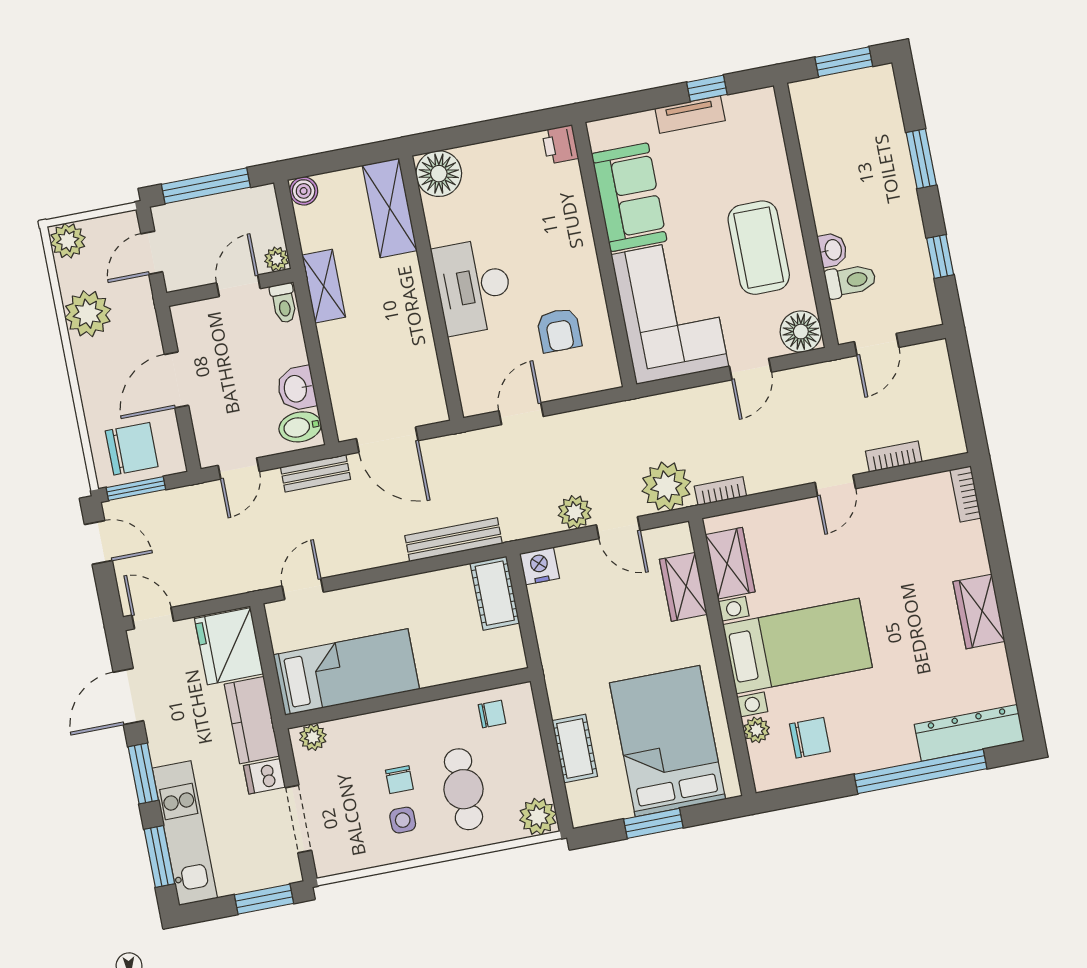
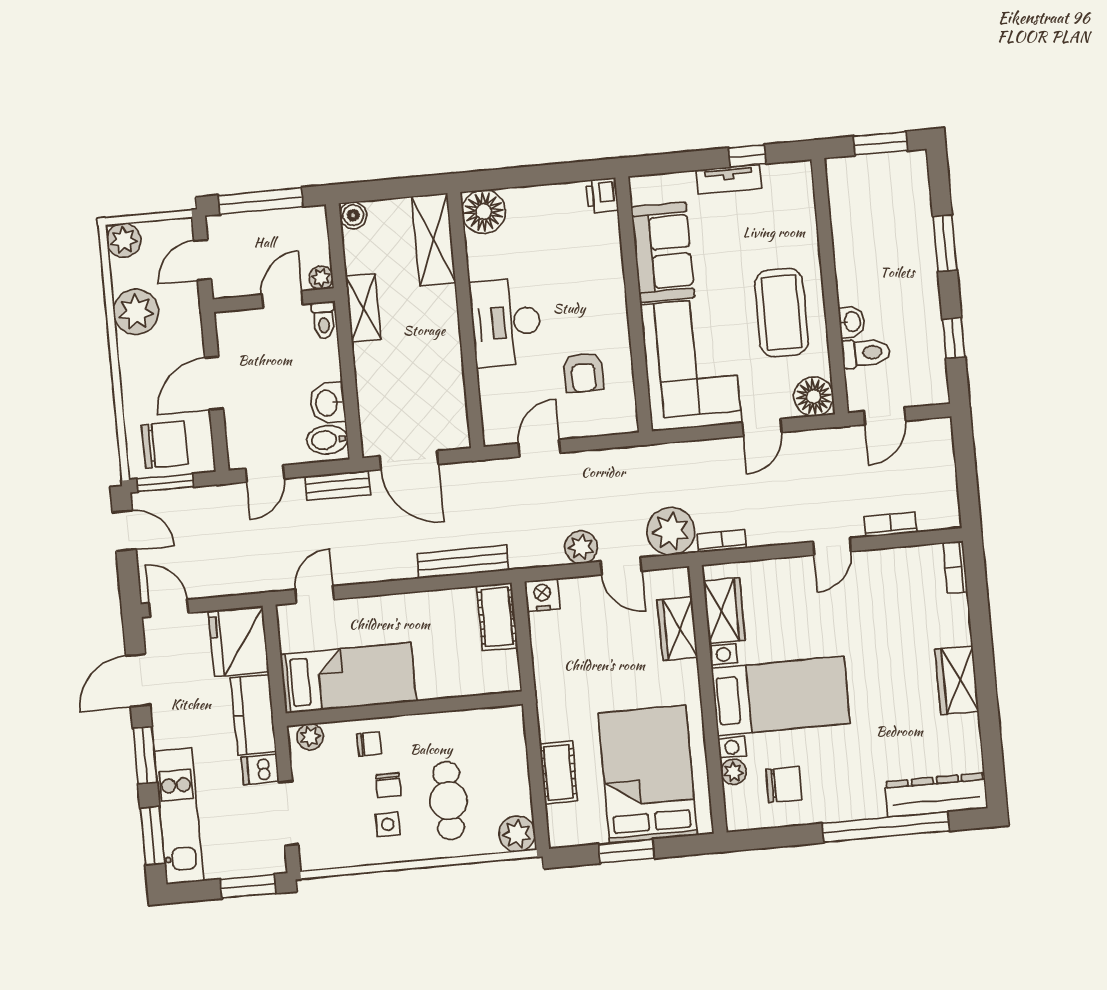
chair: (492, 714) -> (369, 744), moved

